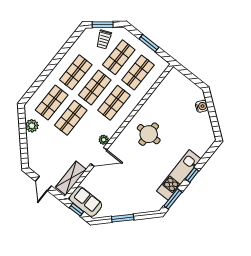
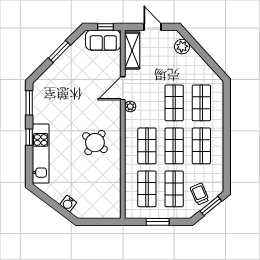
plant: (32, 126) -> (182, 47), moved
round table: (149, 134) -> (95, 143), turned 37
kitchen unit: (179, 175) -> (41, 154), moved

